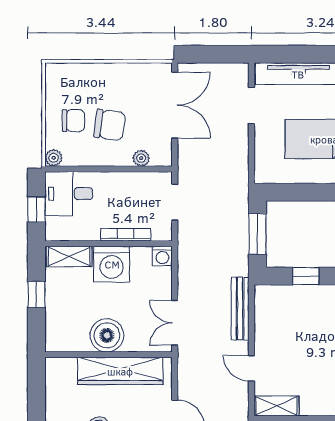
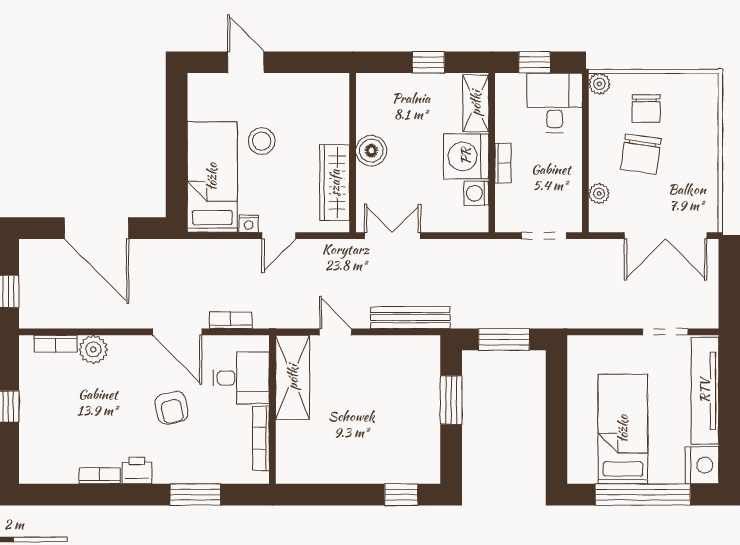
bookcase: (126, 235) -> (503, 163), width x0.64
washing machine: (162, 256) -> (476, 193), moved
window: (306, 276) -> (451, 400), width x1.50
boiler: (107, 335) -> (371, 151), width x0.73, depth x0.73
door: (252, 368) -> (336, 332), hinge flipped
wardrobe: (120, 371) -> (335, 183), width x0.71, depth x0.85
shelving: (277, 406) -> (293, 377), width x1.50, depth x1.33

